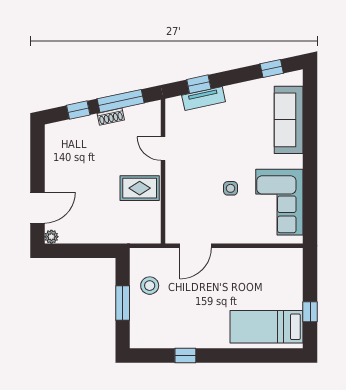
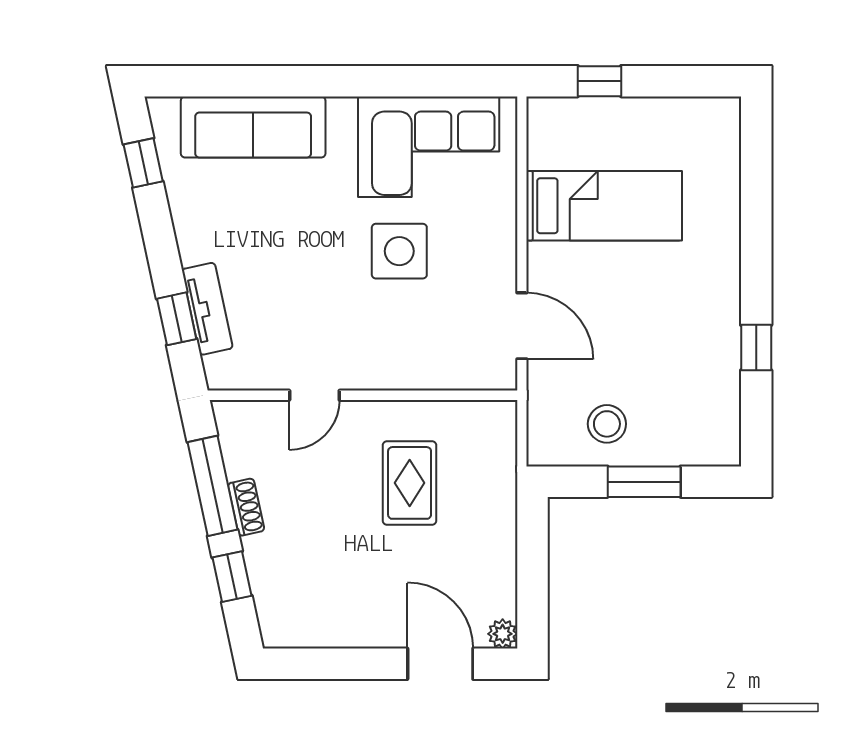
rug: (140, 188) -> (410, 483), moved
side table: (231, 188) -> (399, 251), width x1.87, depth x1.87
window: (310, 312) -> (599, 81), moved
bed: (267, 327) -> (604, 206), moved, turned -90

